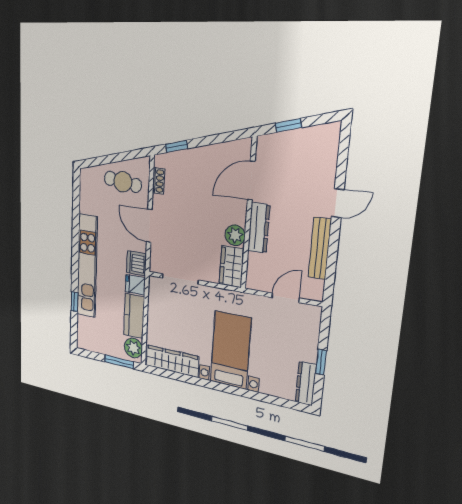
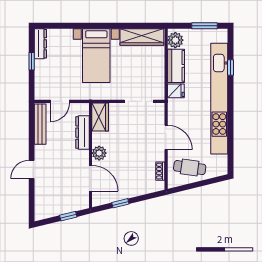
window: (176, 146) -> (120, 203), moved
door: (251, 180) -> (90, 178), hinge flipped
dresser: (259, 228) -> (82, 133), moved
plant: (235, 235) -> (99, 153), moved
bench: (320, 248) -> (40, 124), moved
dishwasher: (136, 263) -> (176, 108), removed
kitchen unit: (87, 266) -> (219, 99), width x1.36
window: (119, 362) -> (205, 26), moved

